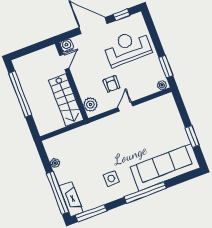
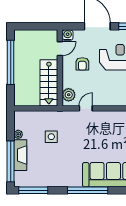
armchair: (112, 84) -> (82, 64), moved
door: (125, 107) -> (86, 108), moved
side table: (111, 179) -> (51, 137), moved
fireplace: (71, 199) -> (20, 155), moved

